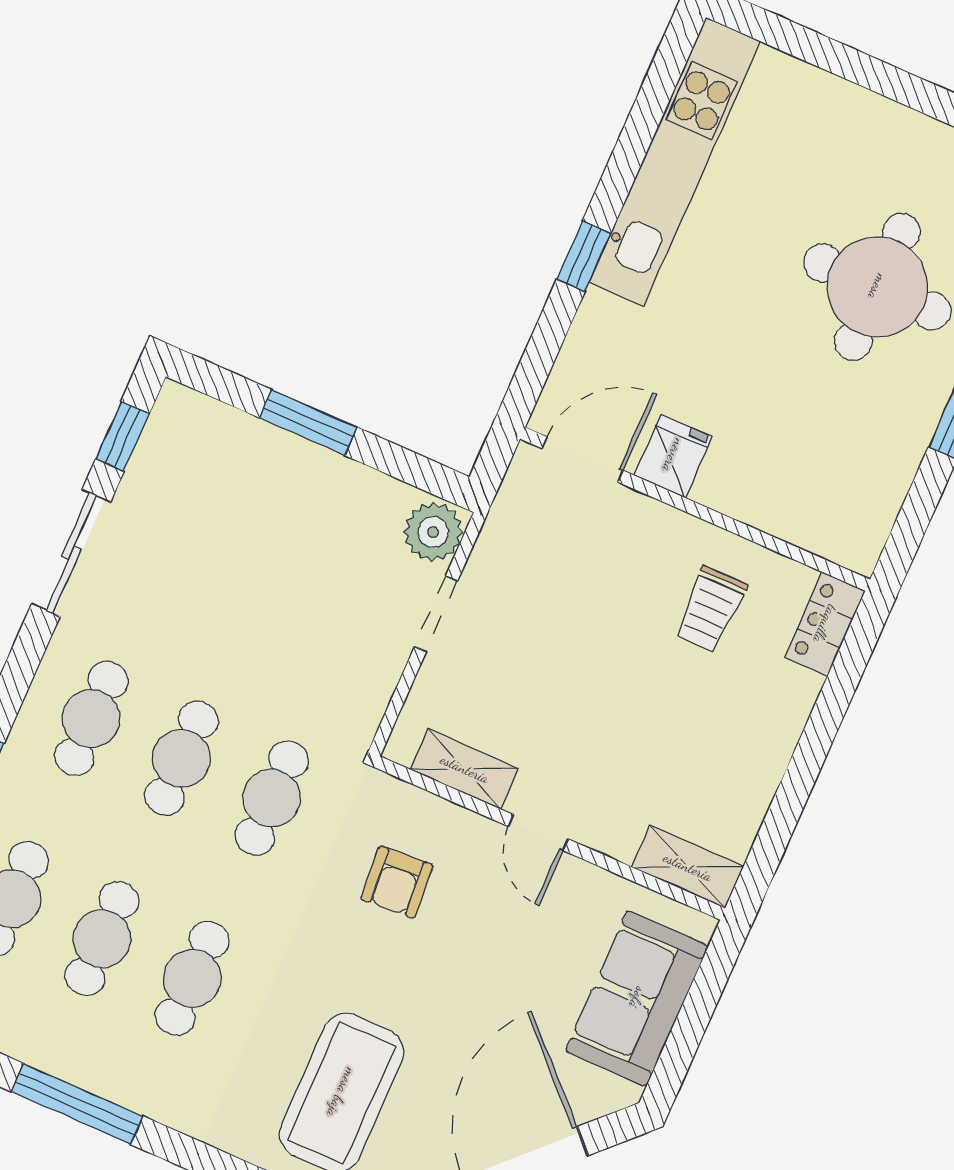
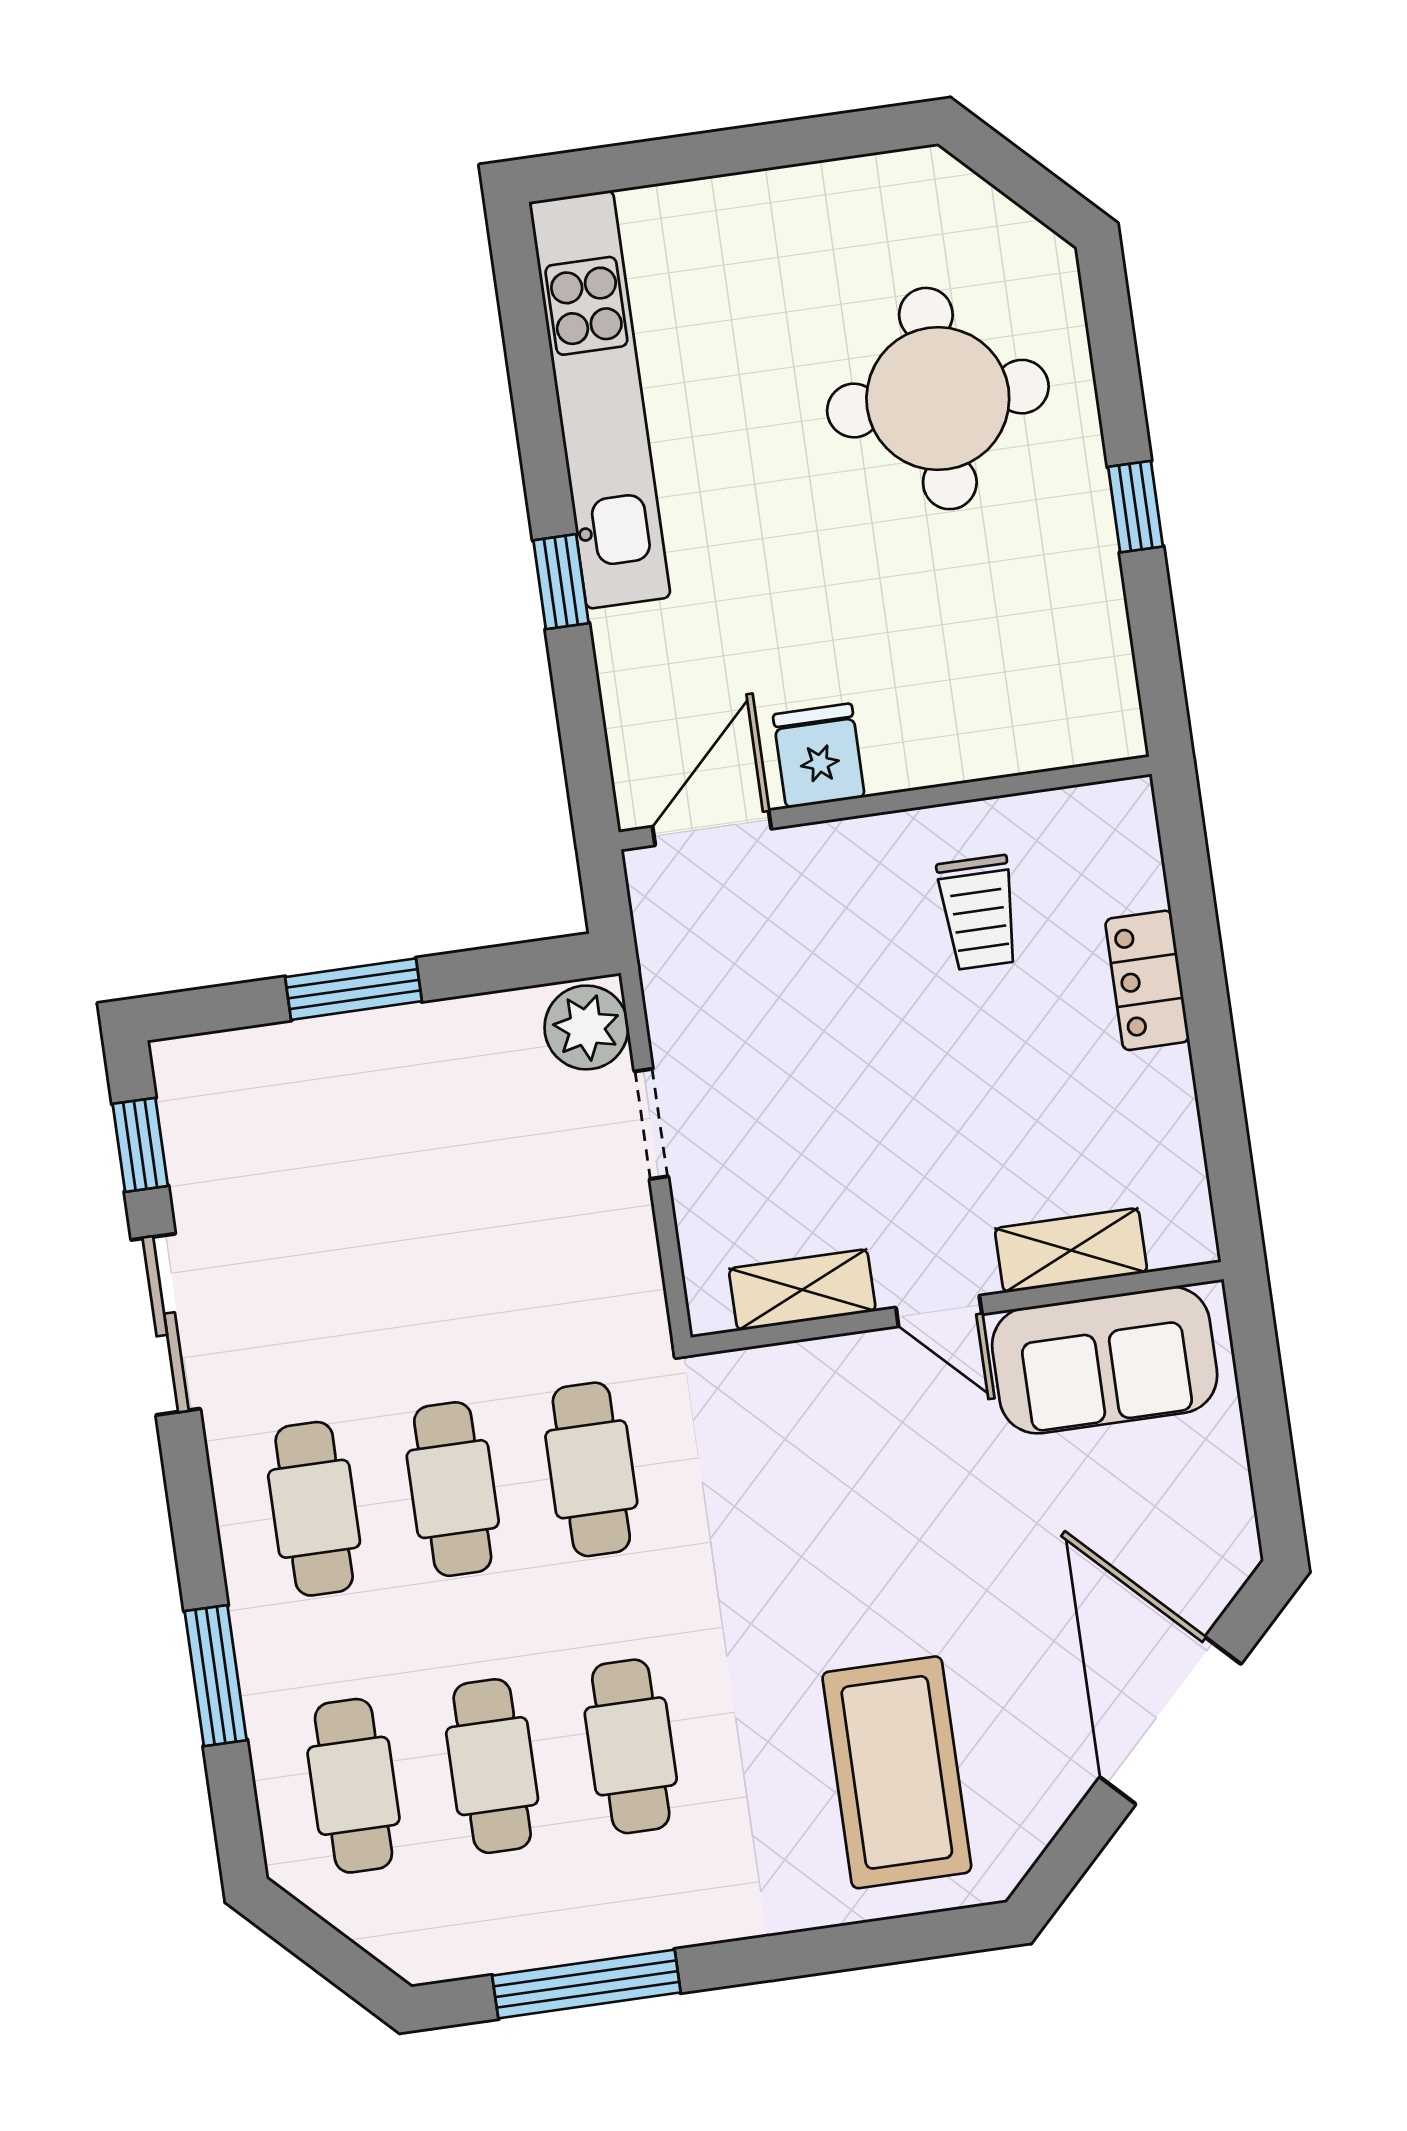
locker: (825, 624) -> (1147, 980), moved
shelving: (688, 867) -> (1071, 1250), moved
armchair: (397, 882) -> (806, 1476), removed
sofa: (637, 998) -> (1105, 1360), moved, turned -90

